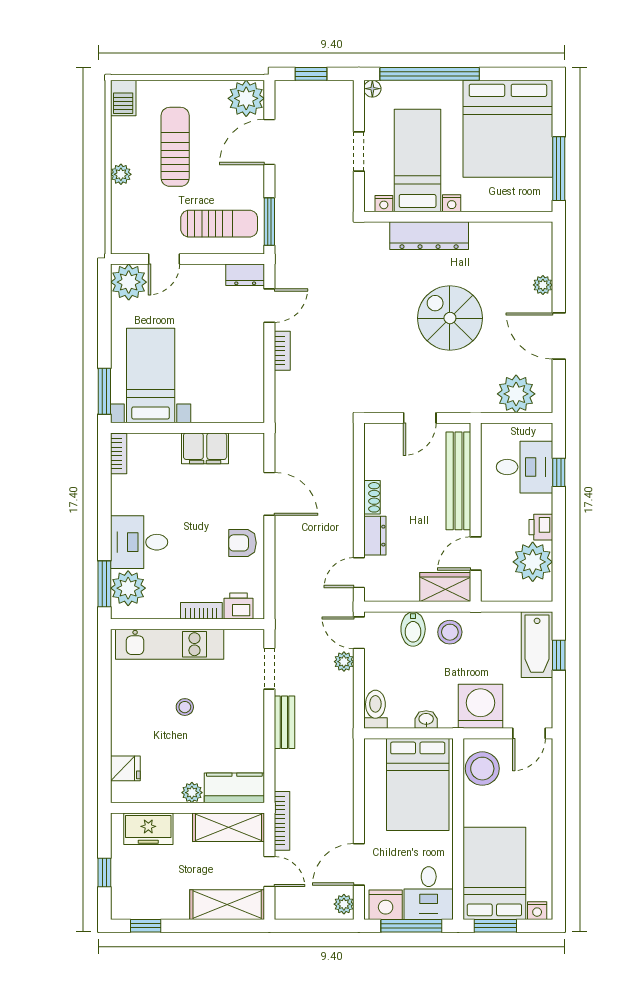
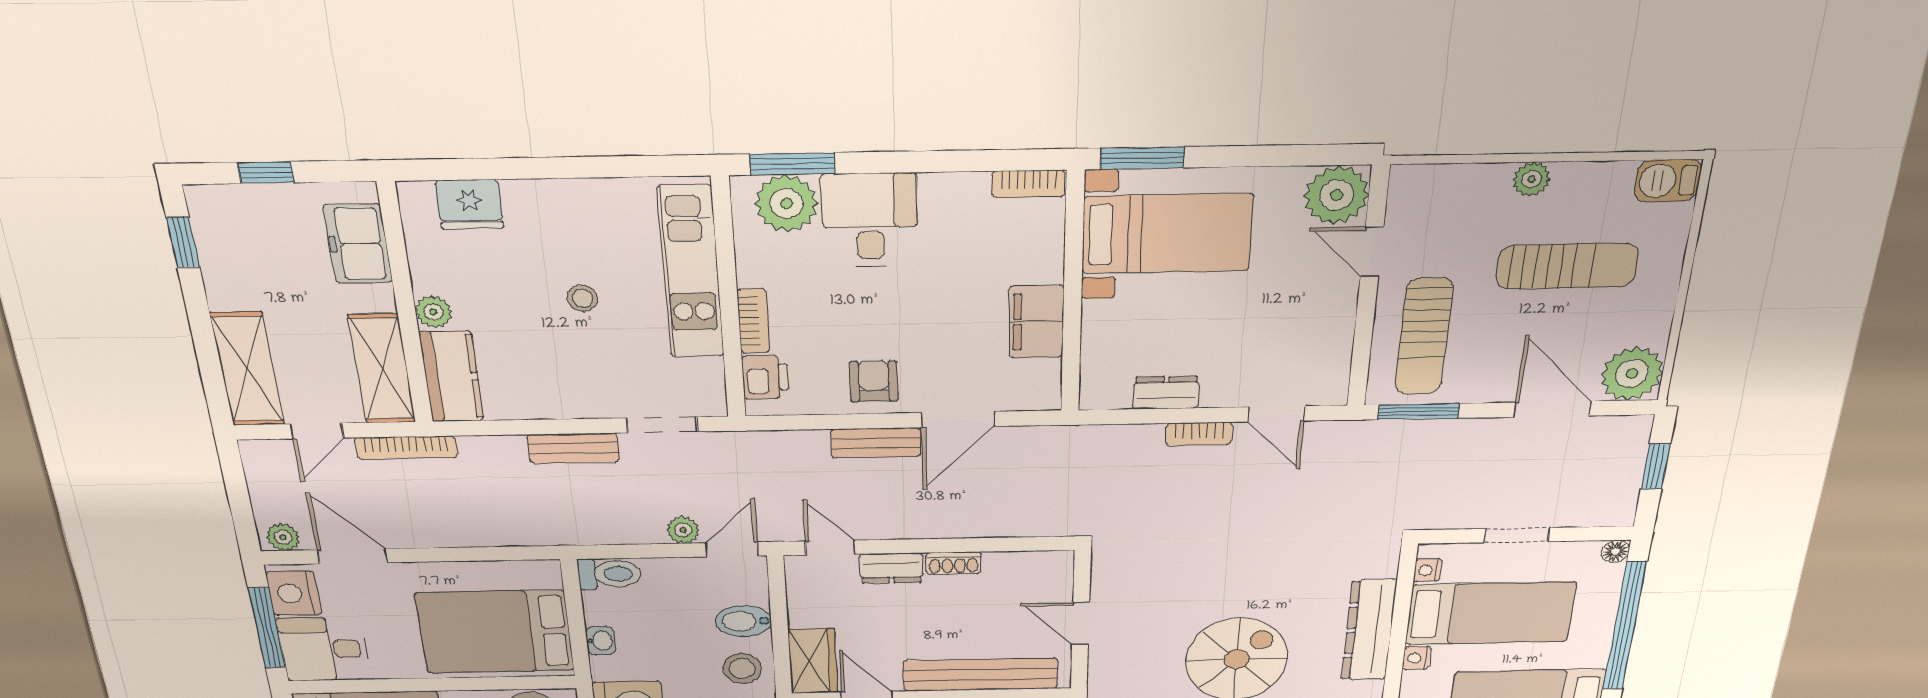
dresser: (245, 275) -> (1166, 393), moved, turned 90
bench: (285, 543) -> (876, 443), added
fridge: (125, 768) -> (469, 204), width x1.38

